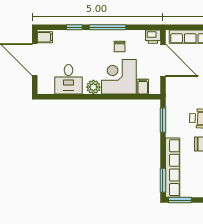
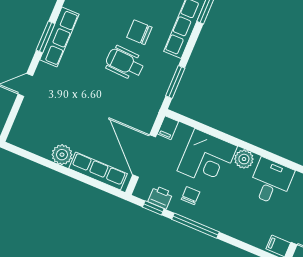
window: (74, 27) -> (153, 208), moved
printer: (153, 37) -> (160, 197), moved
filing cabinet: (143, 87) -> (168, 128), moved

